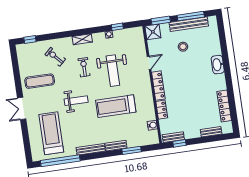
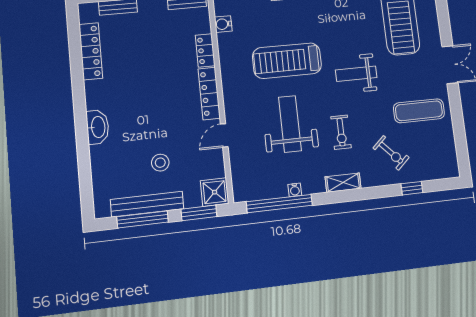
window: (117, 27) -> (279, 204), width x3.17
window: (30, 40) -> (412, 188), moved
treadmill: (116, 106) -> (287, 61), turned 180

